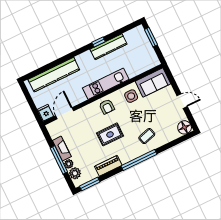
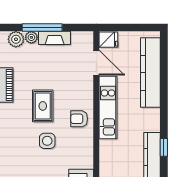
kitchen unit: (106, 84) -> (108, 107), moved
side table: (131, 96) -> (47, 141), moved
coffee table: (147, 136) -> (19, 150), removed

